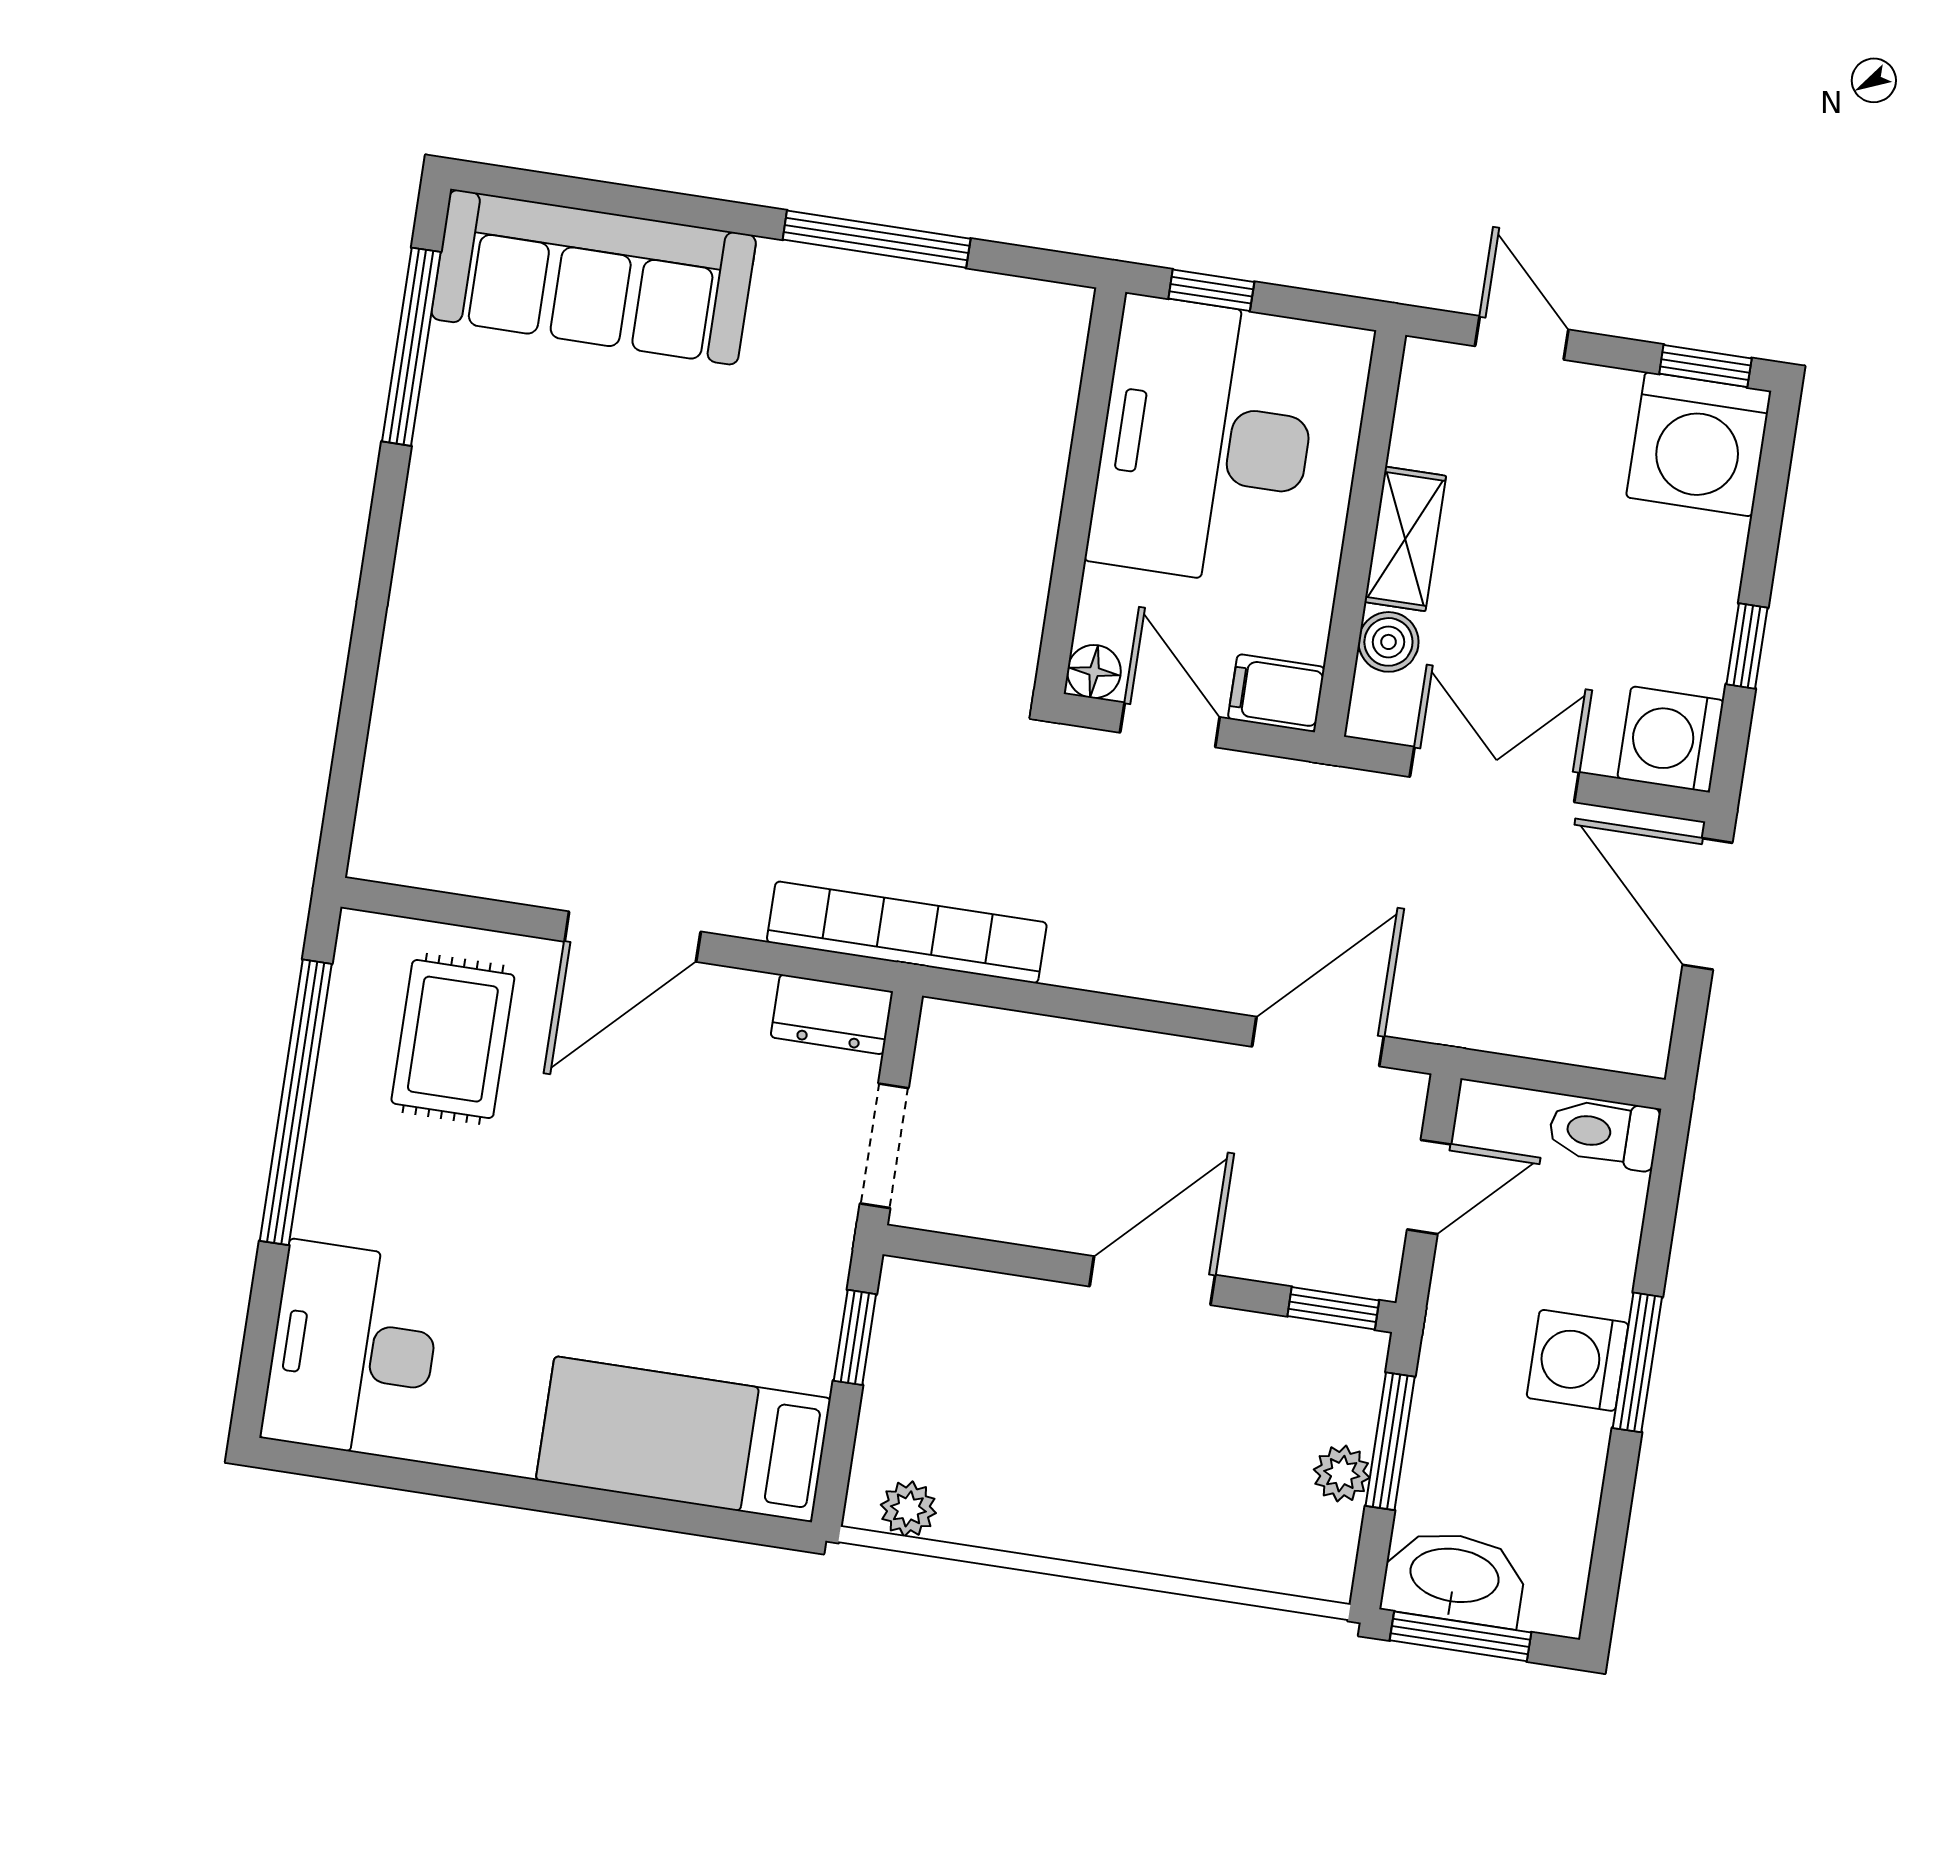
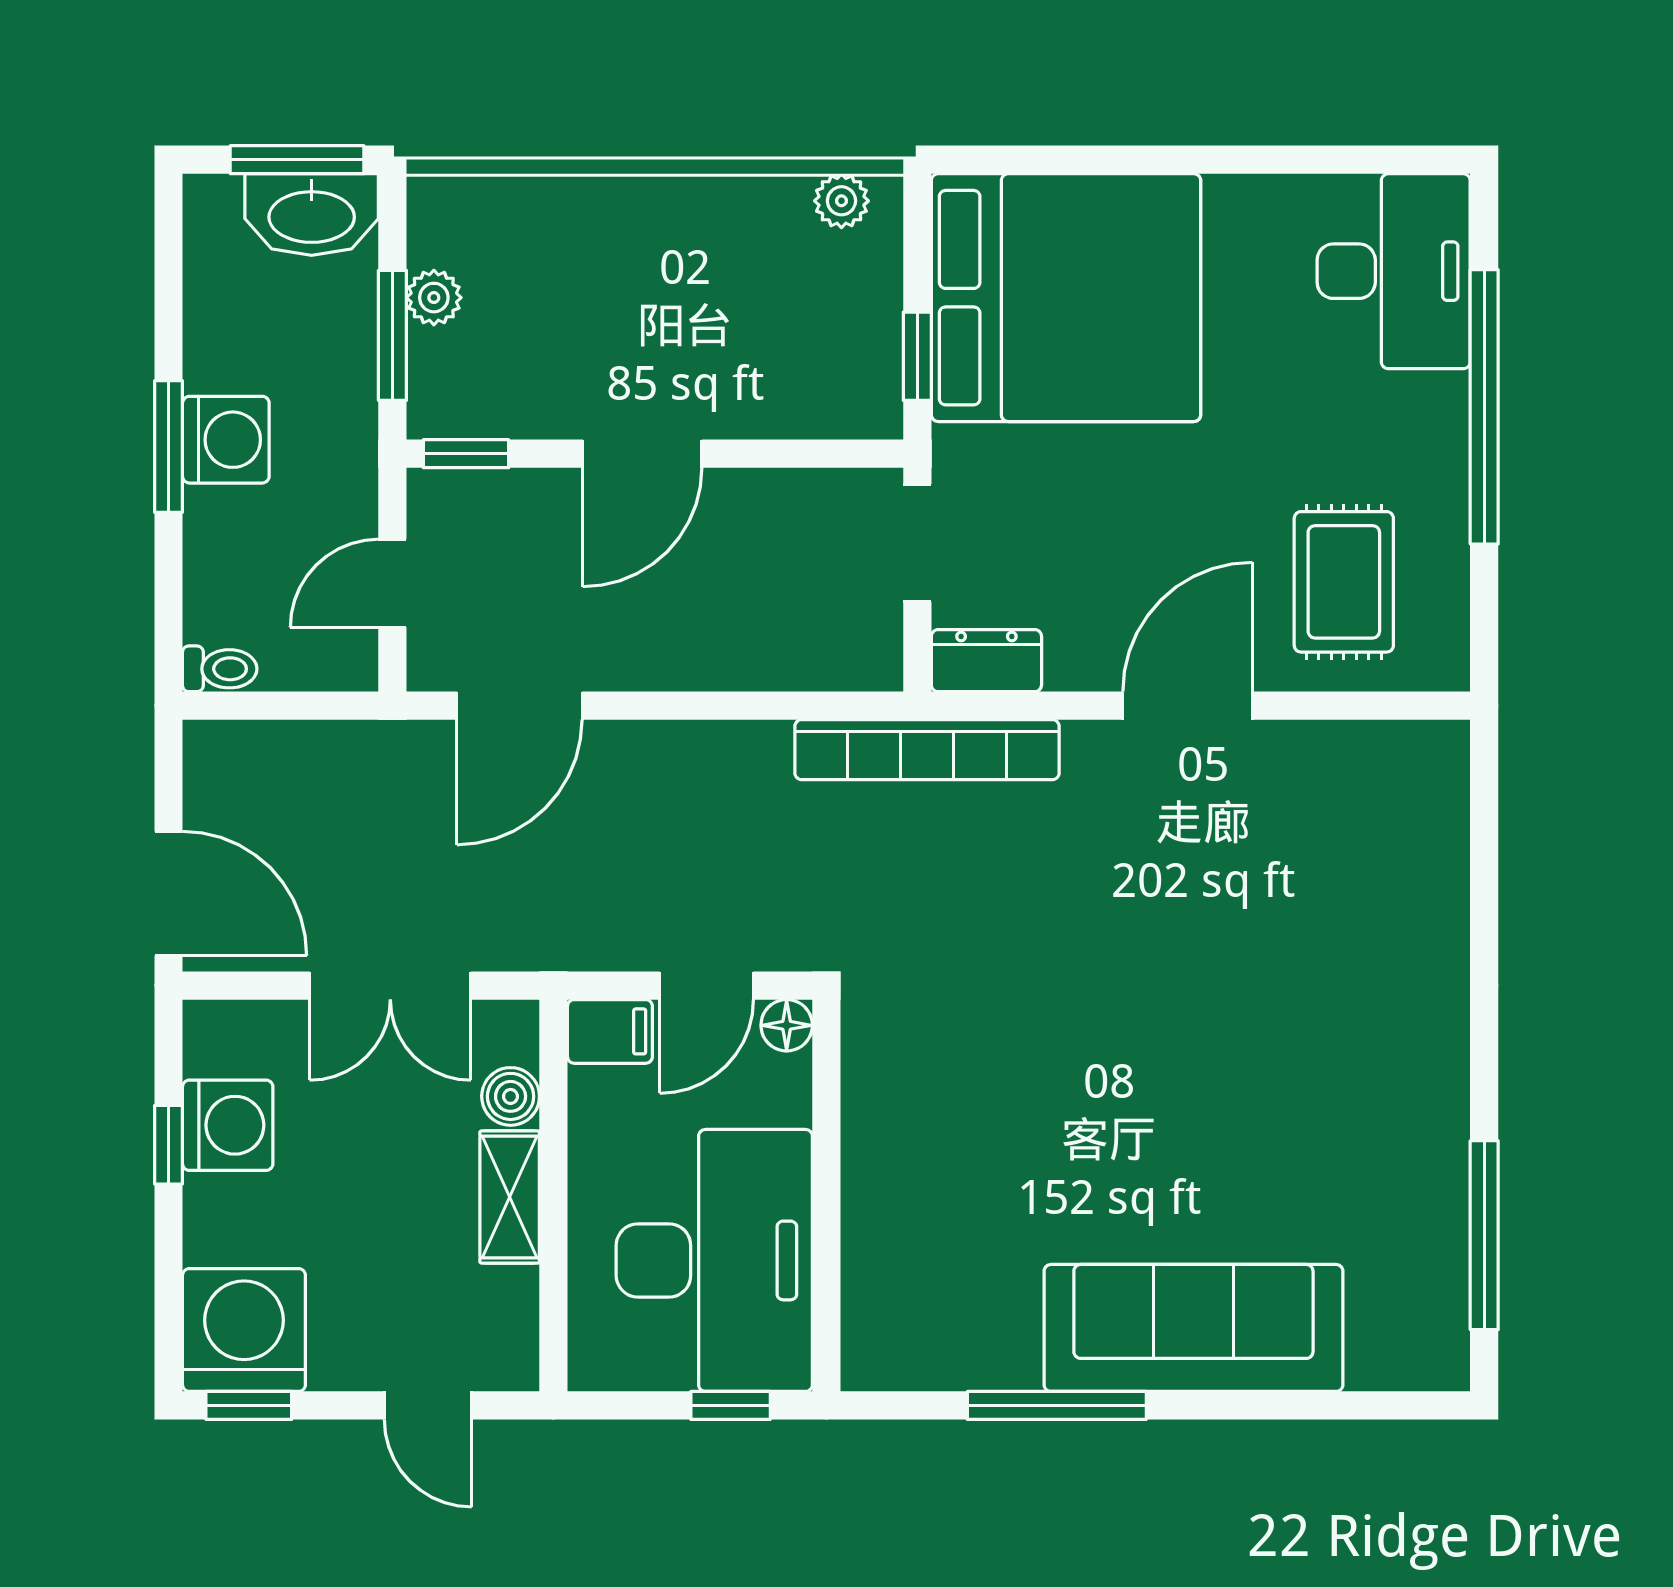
sofa: (594, 277) -> (1193, 1328), moved
door: (1170, 725) -> (707, 986), hinge flipped
washing machine: (1671, 739) -> (228, 1125), moved
window: (296, 1102) -> (1484, 407), moved
toilet: (1604, 1133) -> (220, 669), width x0.73, depth x0.72
bed: (683, 1439) -> (1066, 298), width x2.04

